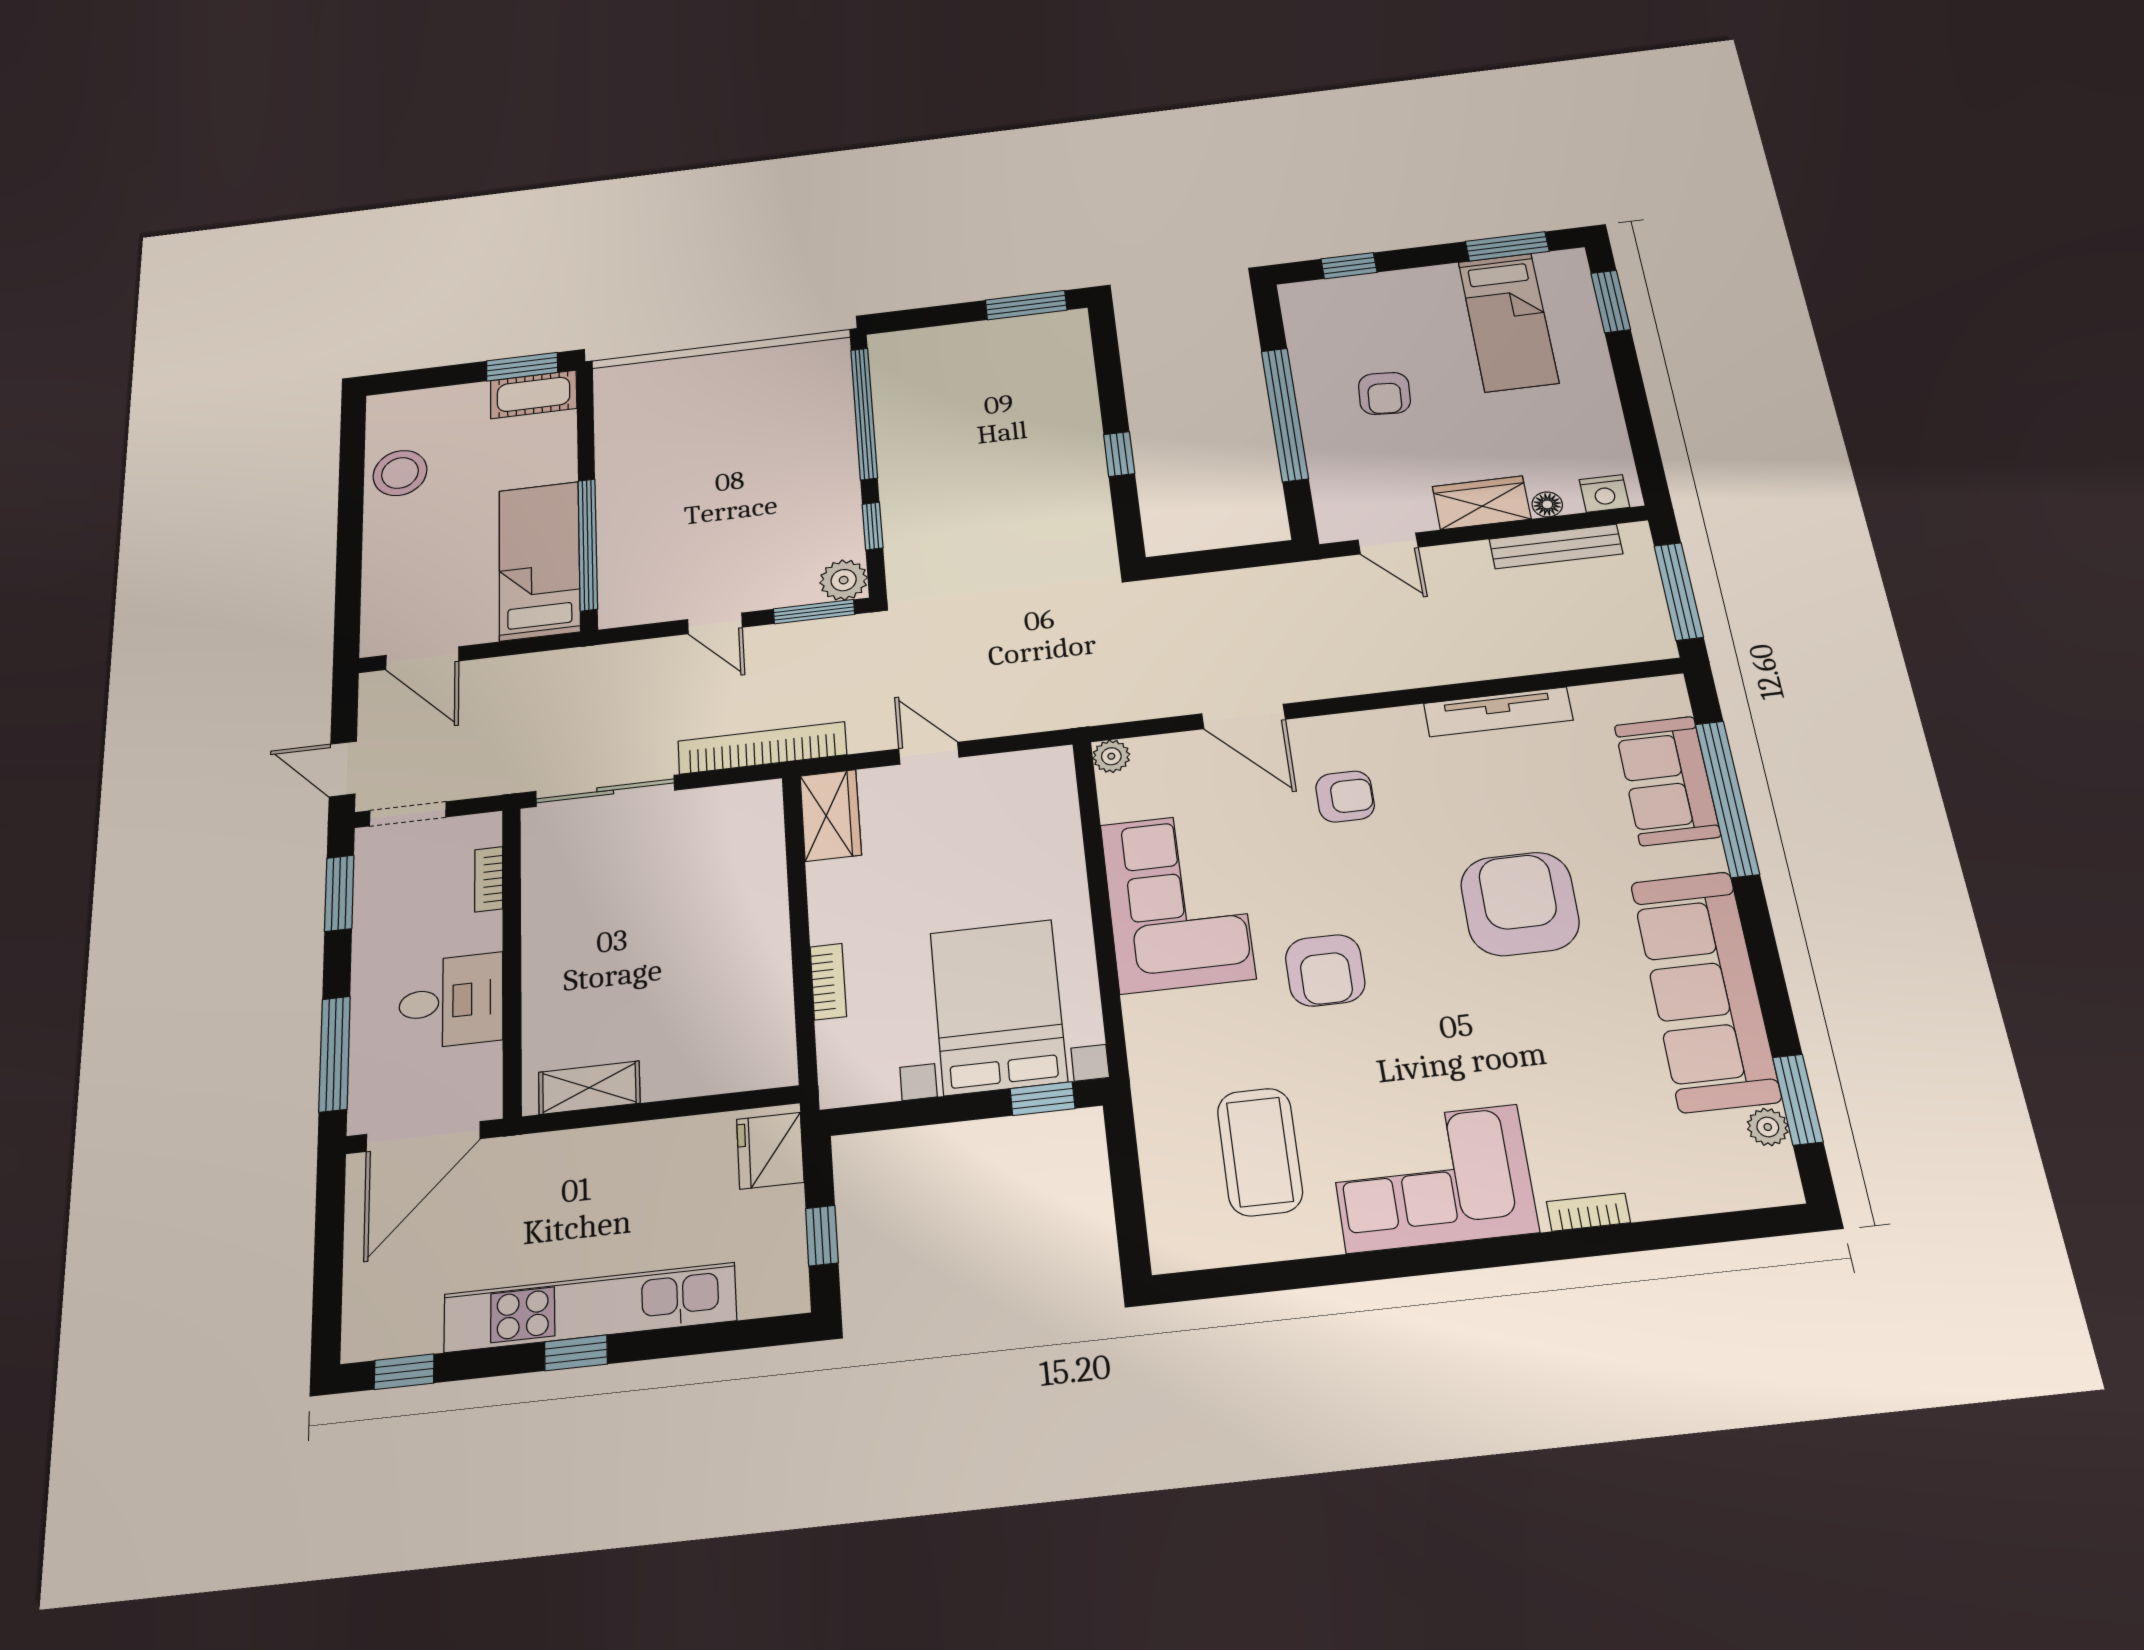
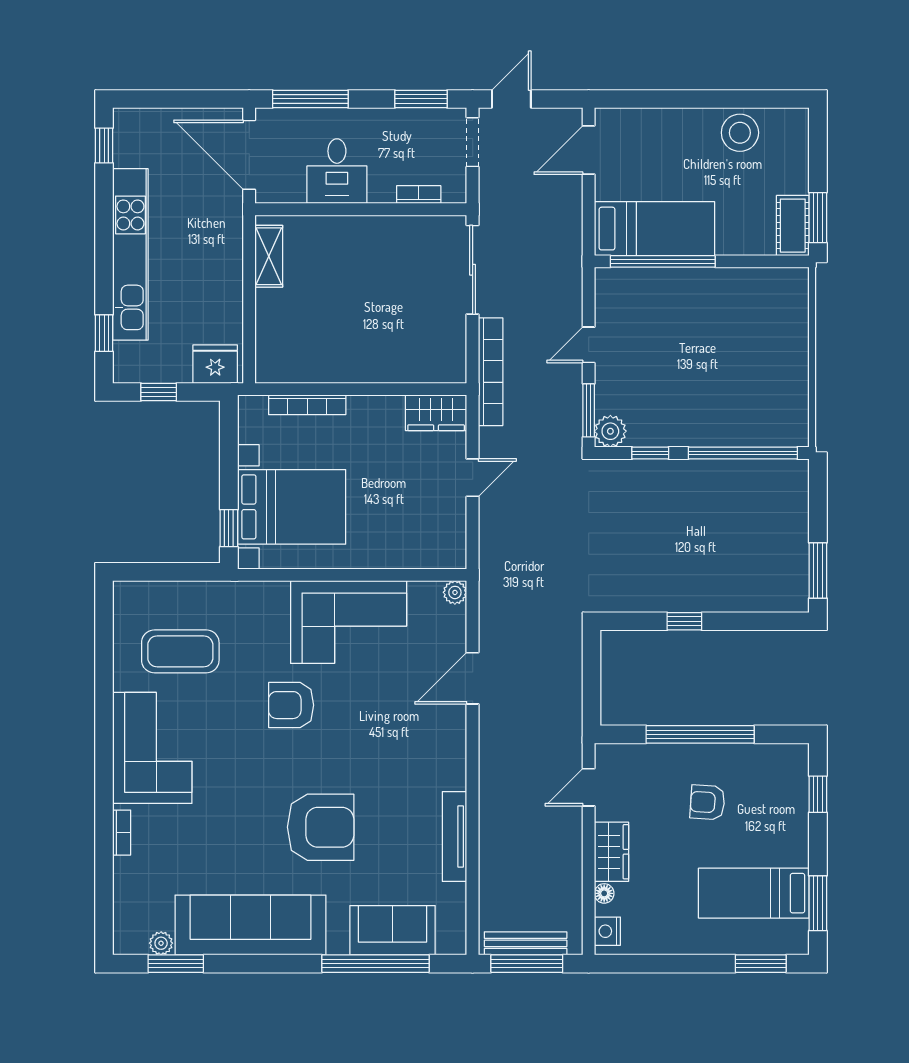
bench: (1556, 546) -> (526, 943), moved, turned 90
armchair: (1345, 797) -> (407, 733), removed
bookcase: (828, 982) -> (307, 405), width x1.56
window: (576, 1353) -> (104, 333), moved

